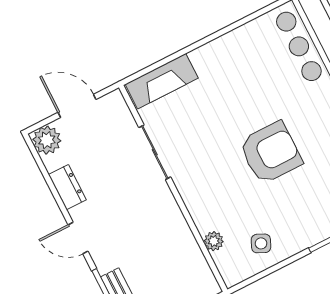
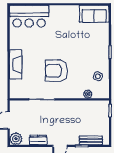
fireplace: (162, 81) -> (16, 64), moved
armchair: (271, 153) -> (56, 71), moved, turned -90

